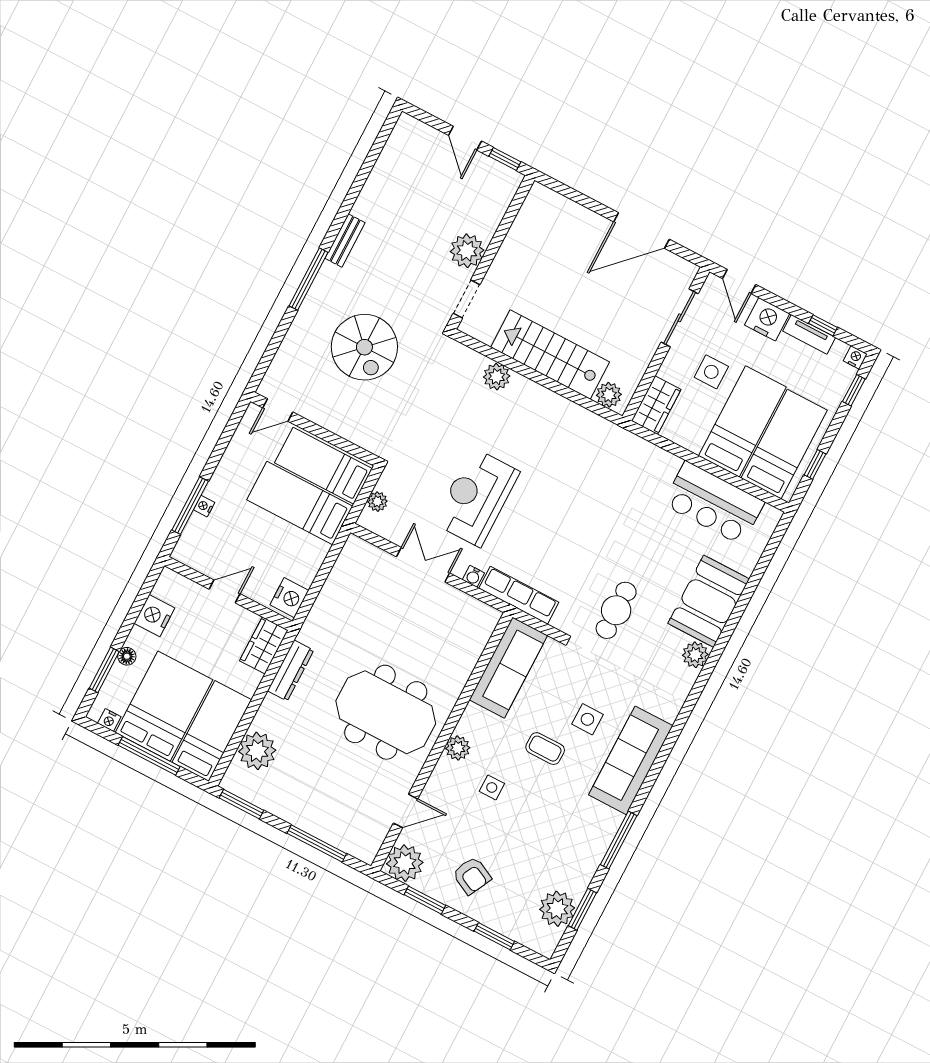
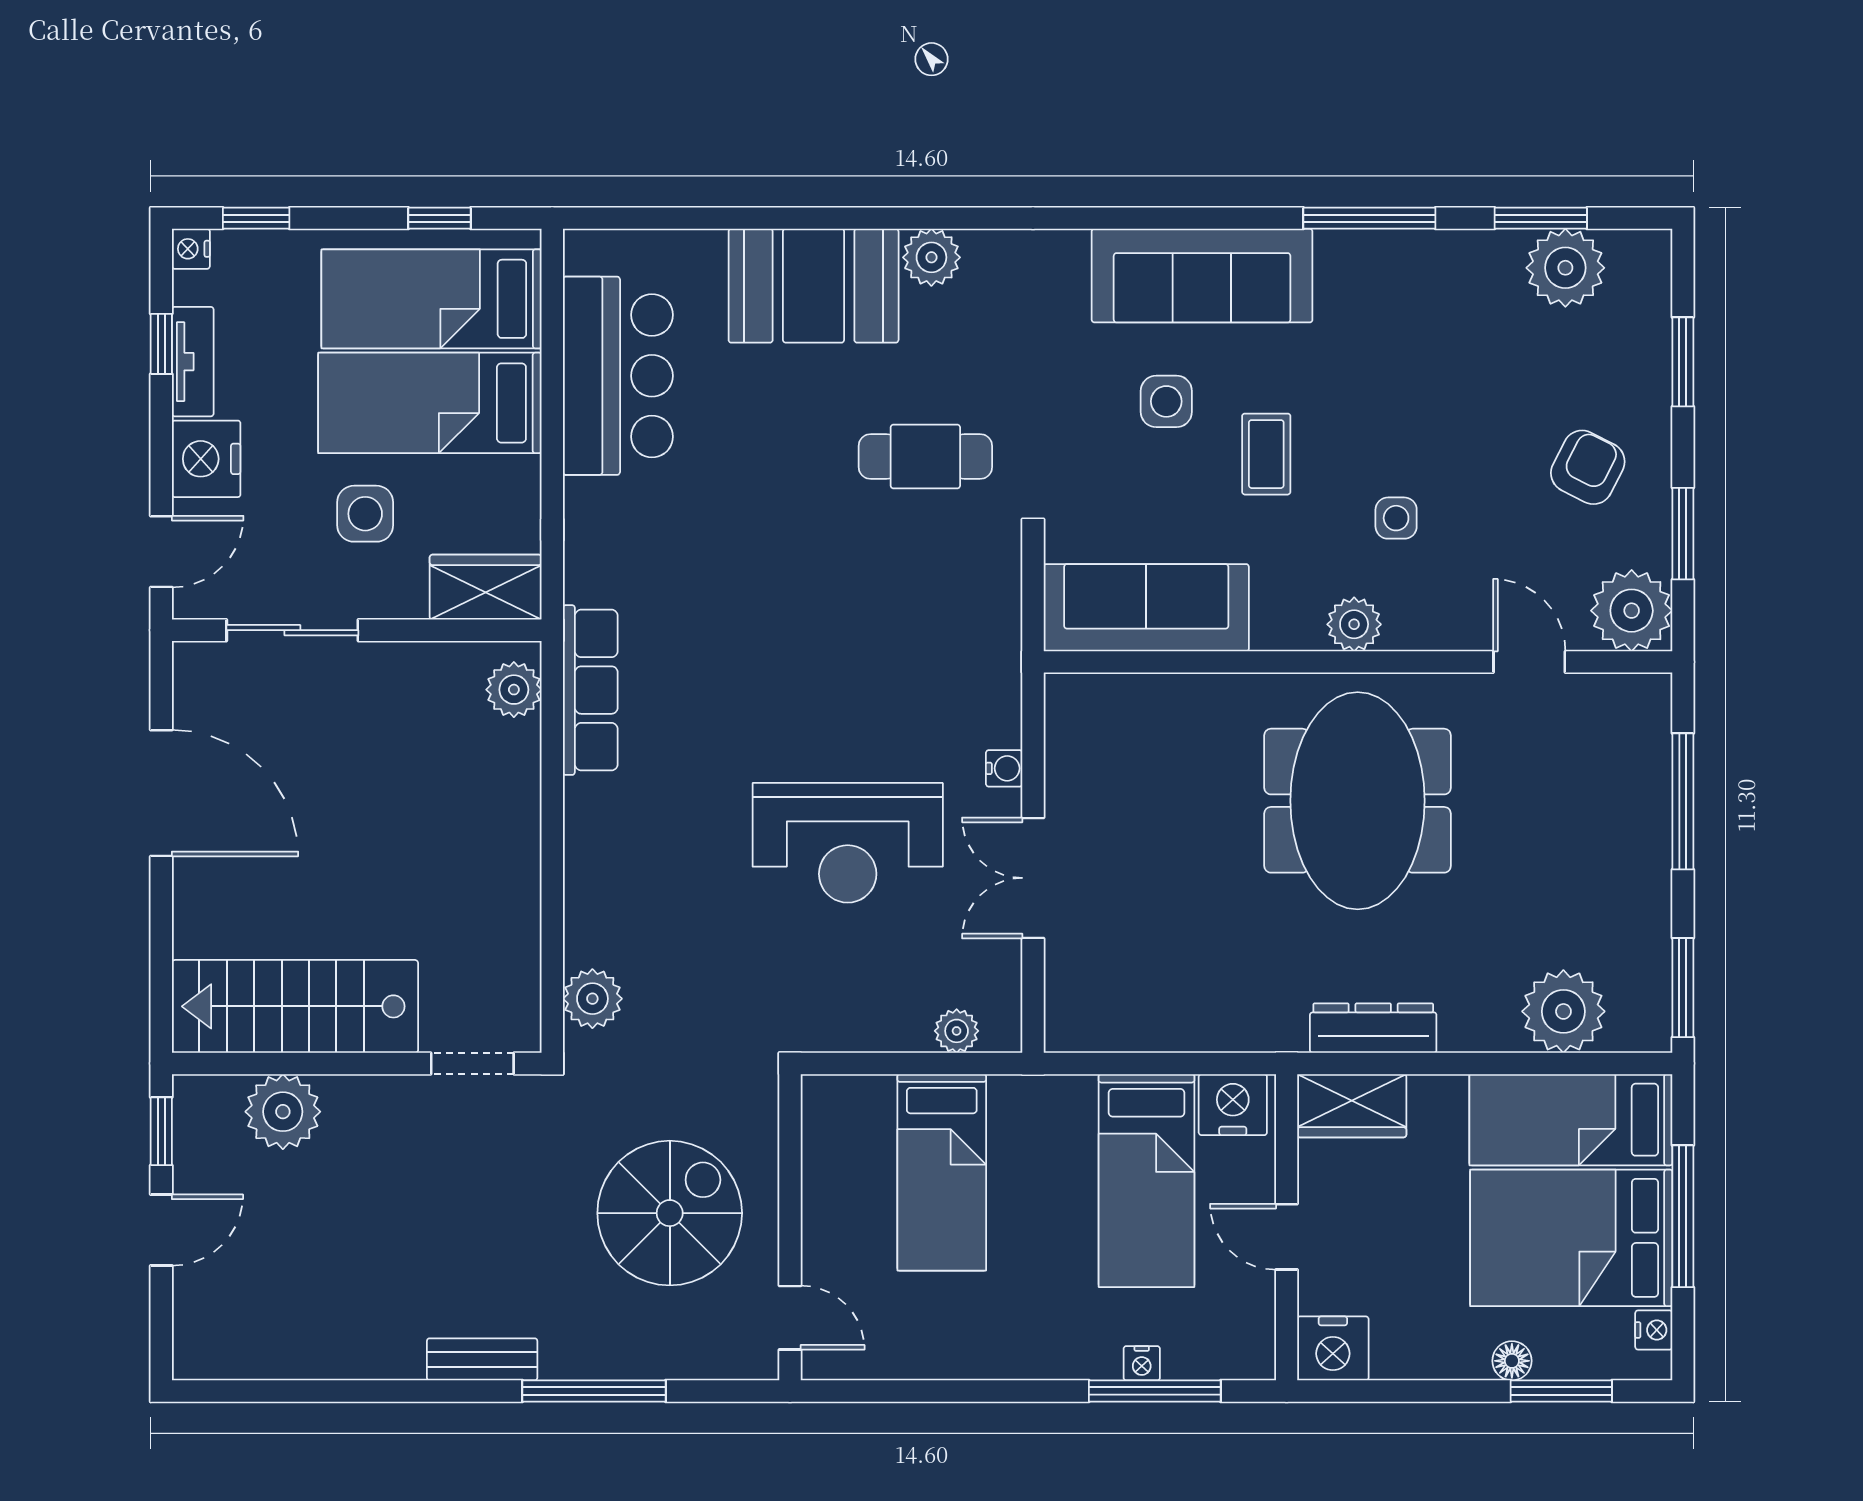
plant: (467, 251) -> (283, 1112), moved
stairs: (550, 355) -> (295, 1006), moved, turned 90
plant: (497, 377) -> (592, 999), moved
door: (278, 410) -> (790, 1318), moved
wall: (314, 429) -> (790, 1227), moved
bed: (300, 503) -> (1147, 1181), moved
row of seats: (519, 595) -> (590, 690), moved, turned 180
nightstand: (154, 616) -> (1333, 1348), moved

